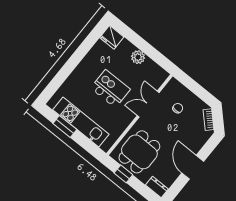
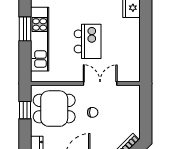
plant: (138, 57) -> (133, 43), removed
chair: (178, 108) -> (93, 112), moved

